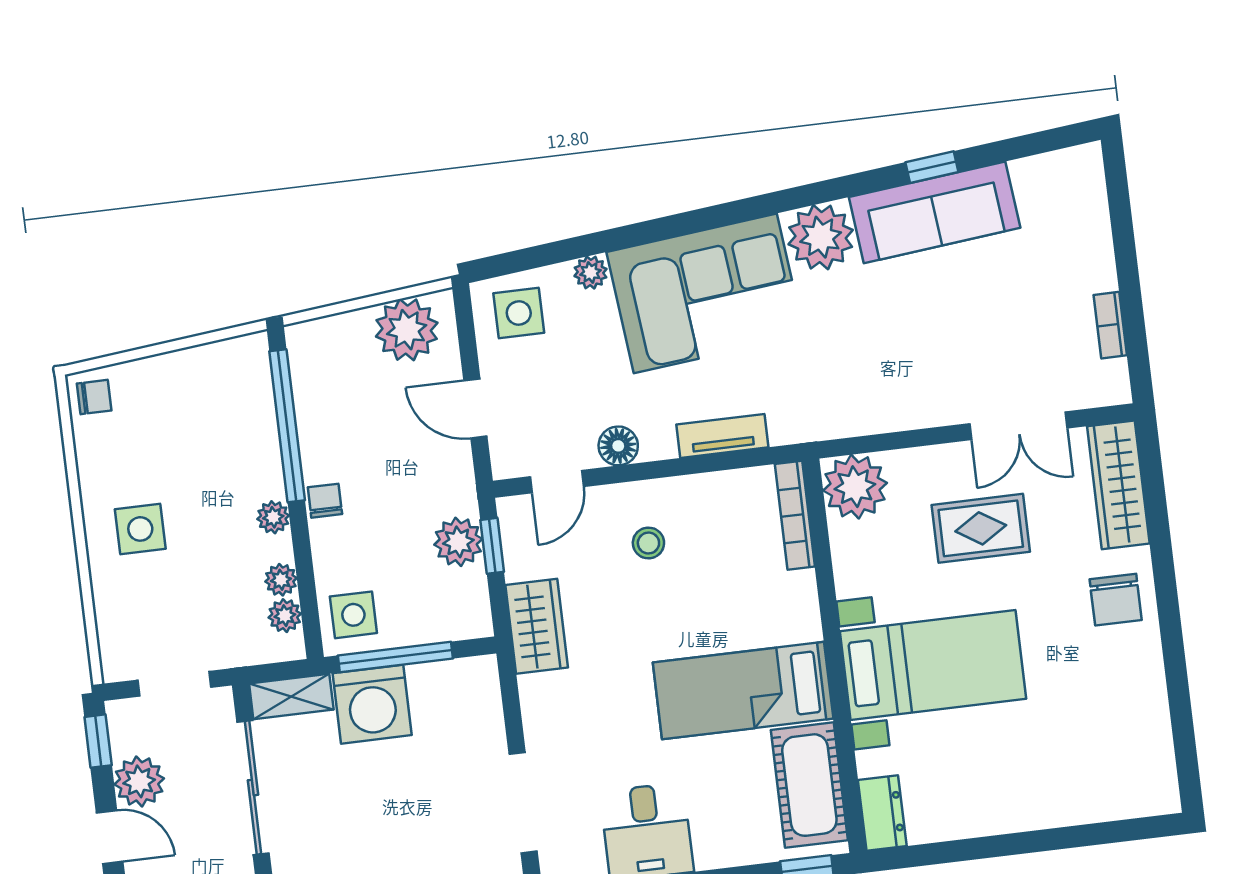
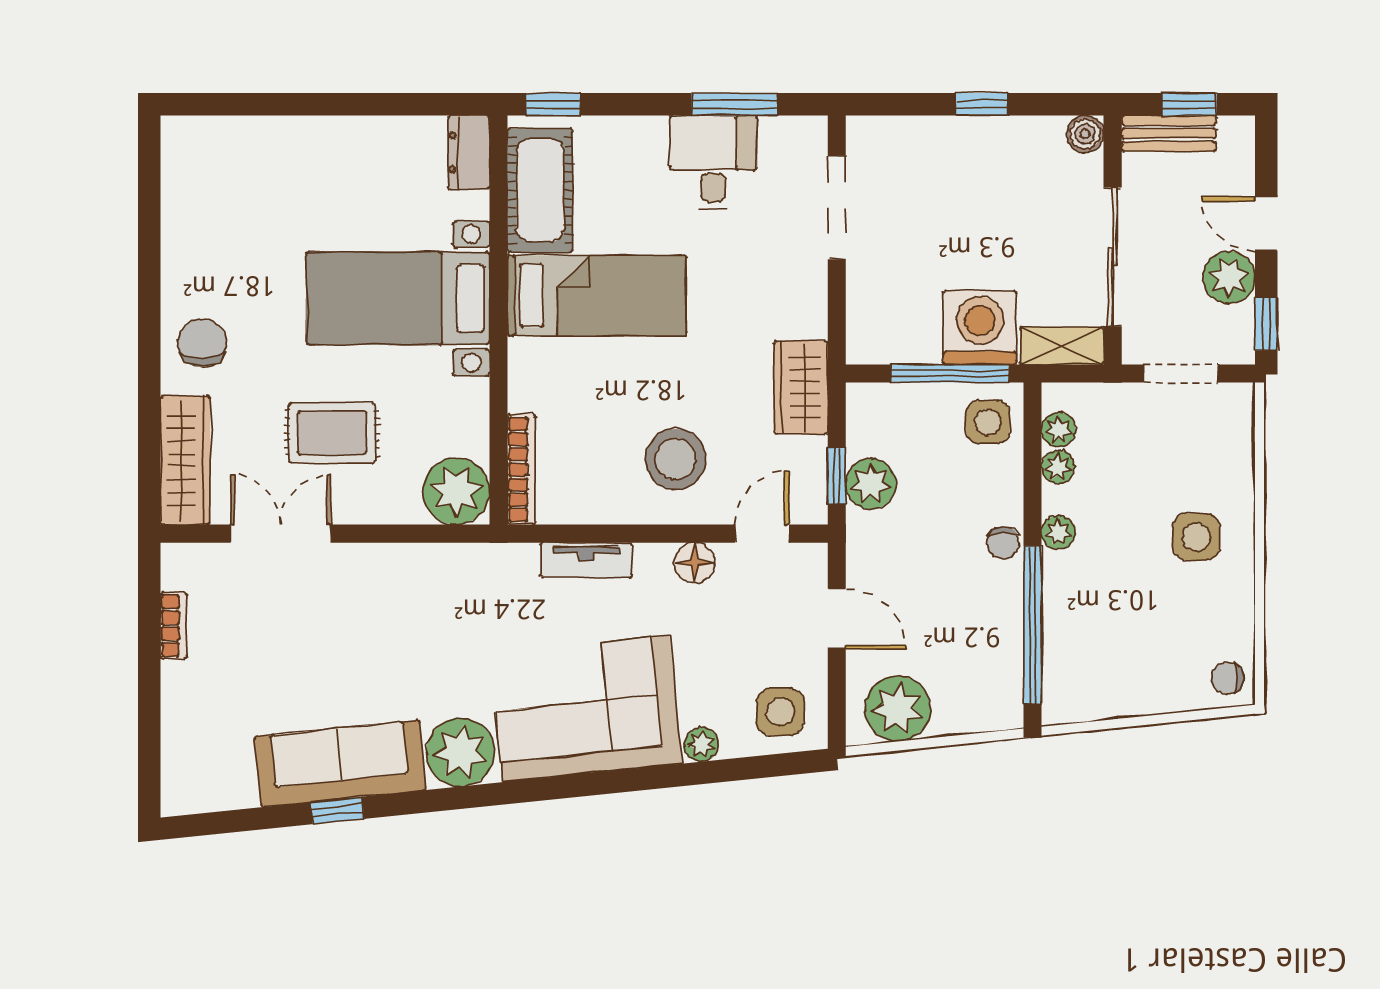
stool: (648, 543) -> (676, 459), width x1.89, depth x1.89

